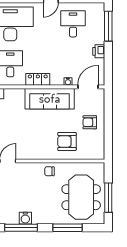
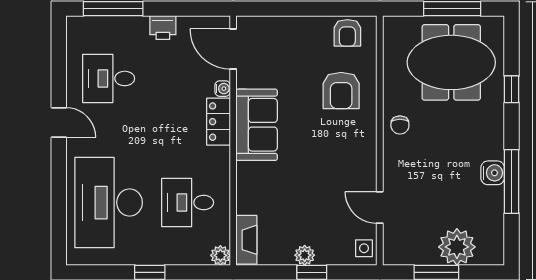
locker: (38, 79) -> (218, 122), moved
sofa: (50, 99) -> (257, 125), width x0.73
armchair: (90, 122) -> (347, 33), moved
window: (68, 228) -> (512, 89), width x0.46

